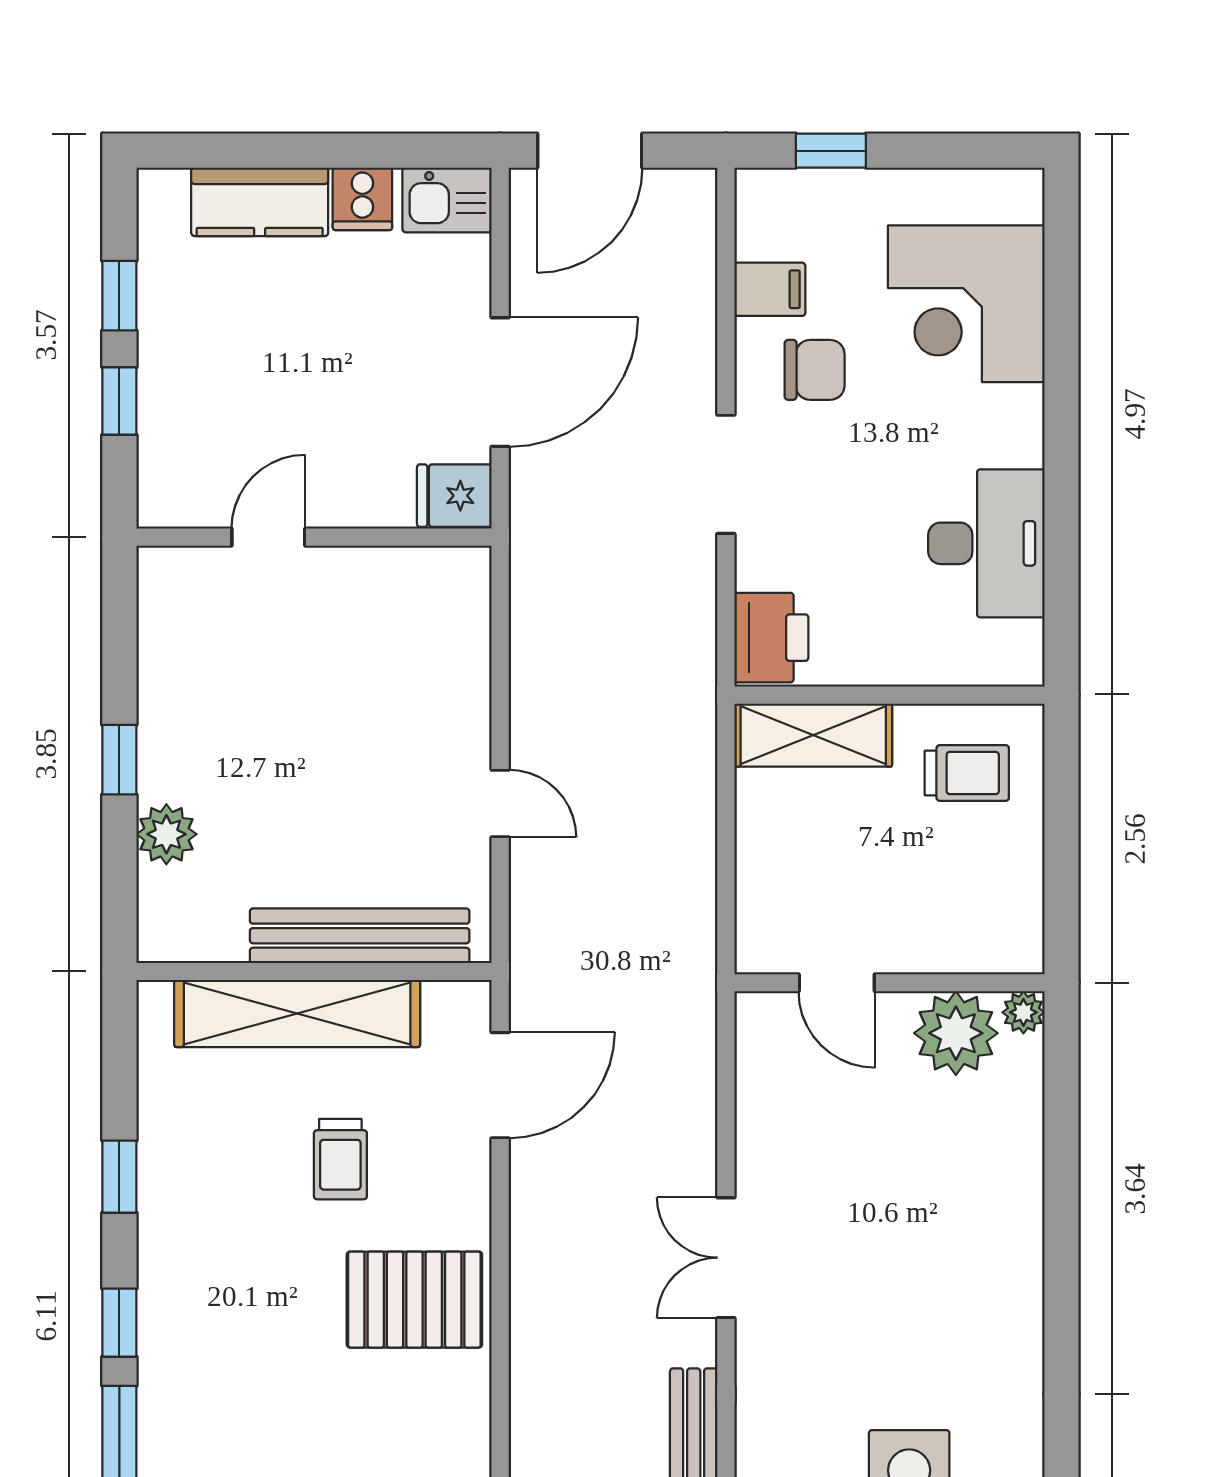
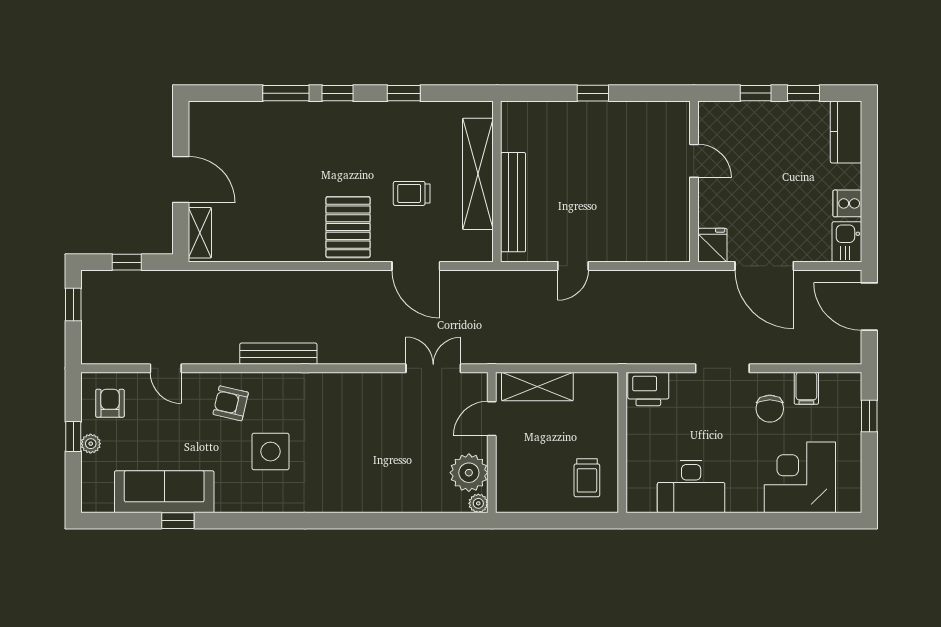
kitchen counter: (260, 202) -> (846, 132), moved
shelving: (813, 735) -> (537, 386), moved, turned 90
plant: (166, 834) -> (559, 115), removed
door: (500, 1085) -> (416, 266), moved
double door: (726, 1258) -> (433, 368), moved

